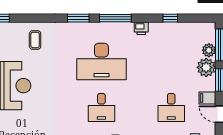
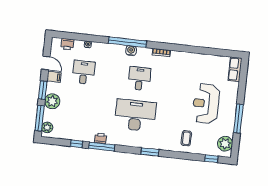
window: (115, 18) -> (102, 147), moved
plant: (209, 50) -> (47, 127), moved

